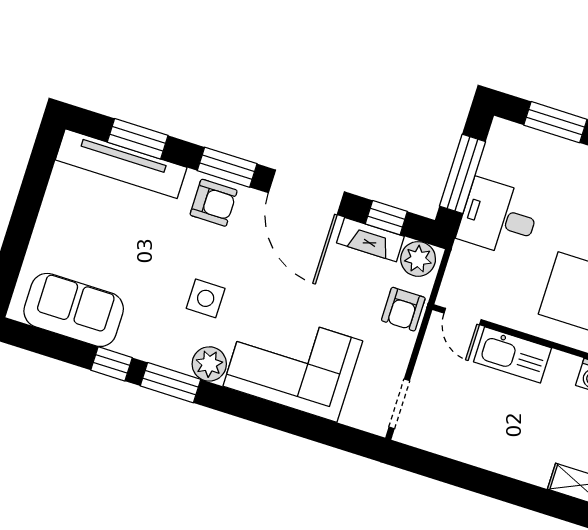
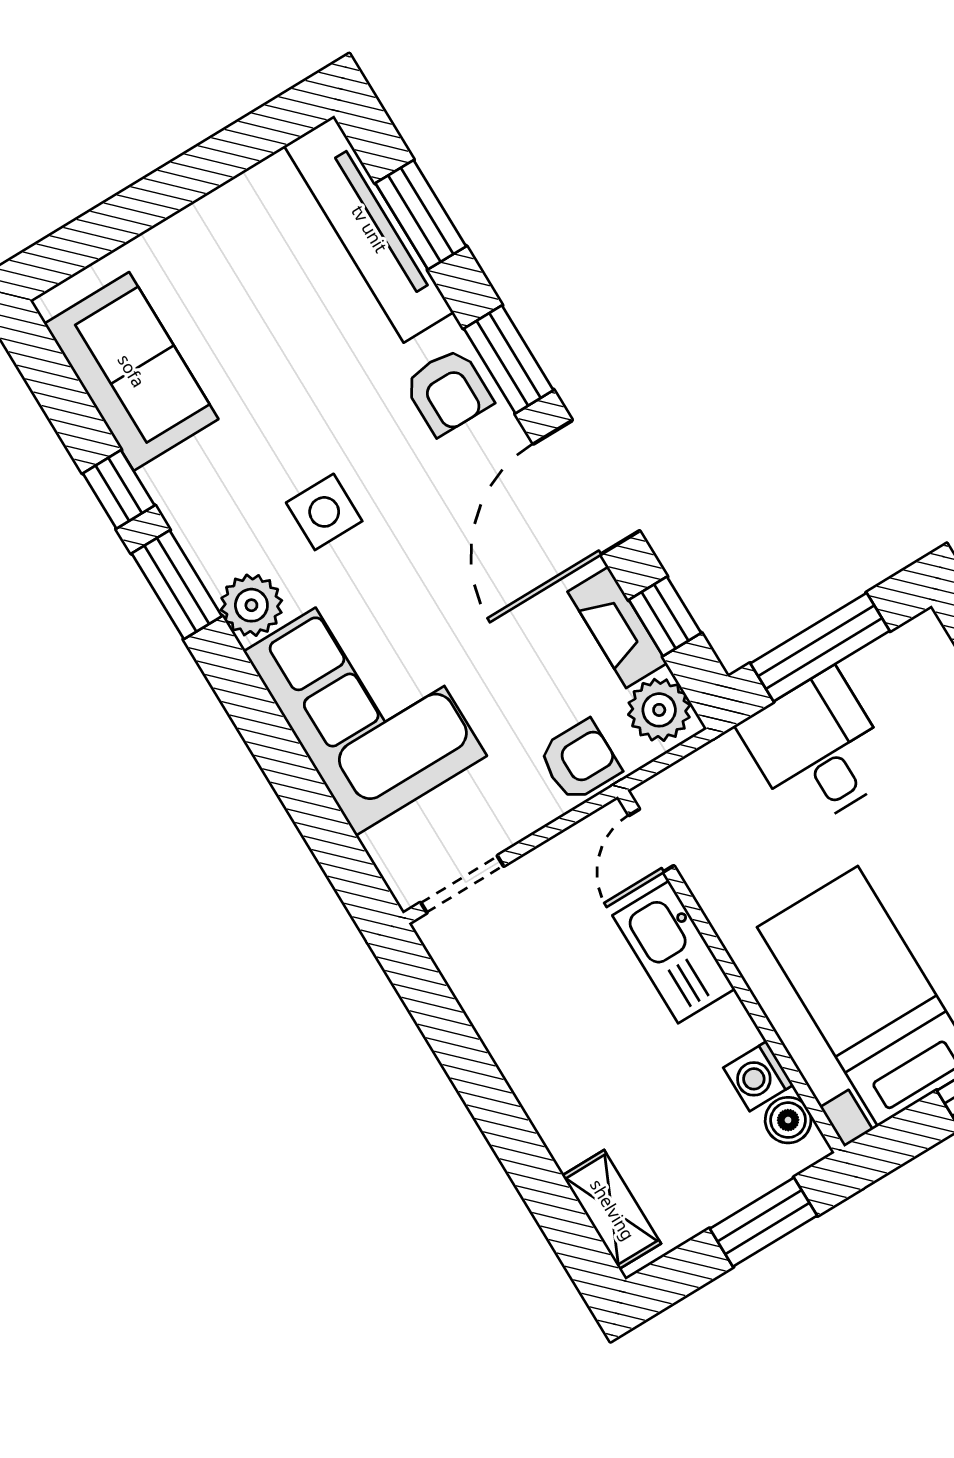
armchair: (403, 309) -> (580, 761), turned 180

